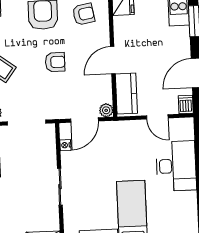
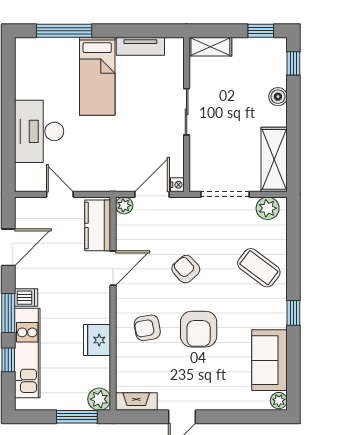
armchair: (55, 62) -> (186, 269), turned 48
dishwasher: (186, 105) -> (26, 298), moved, turned -90
nightstand: (65, 145) -> (177, 185), moved

